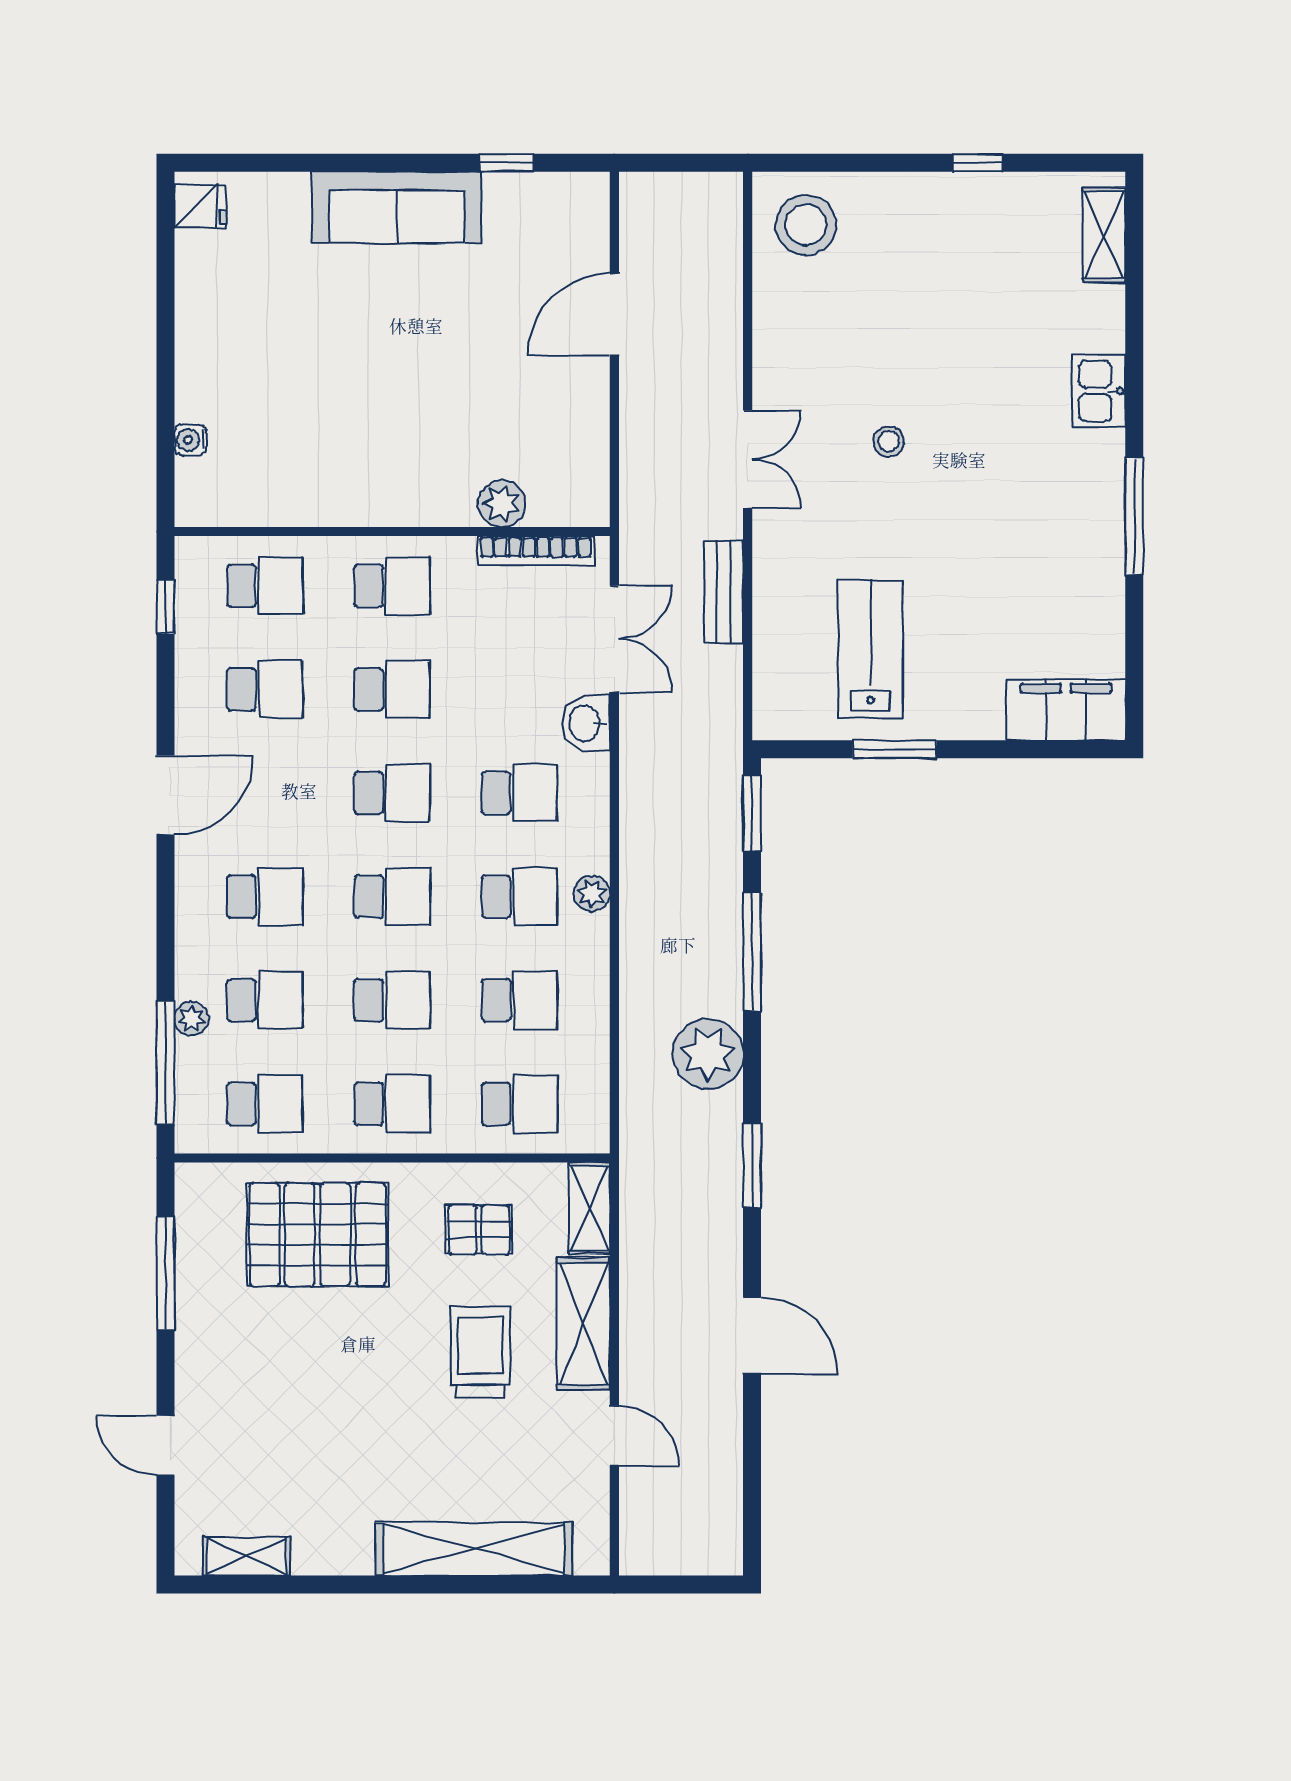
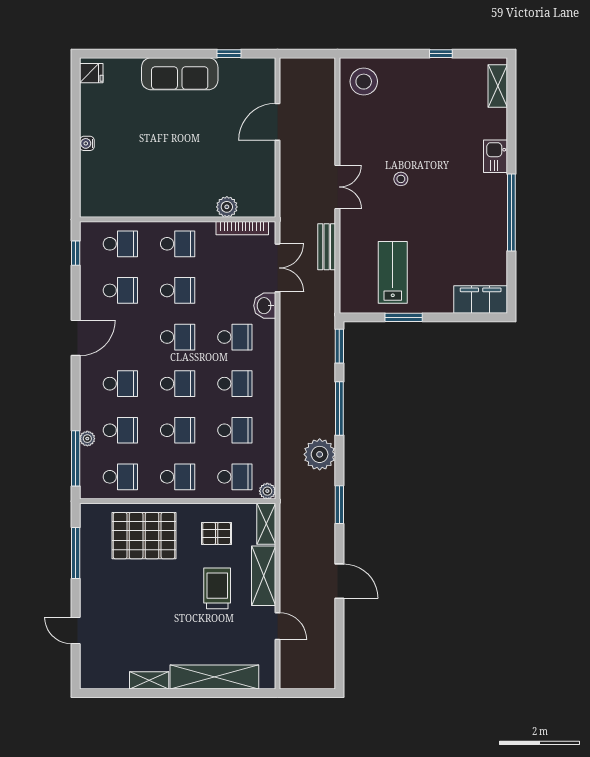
water cooler: (190, 440) -> (87, 143), moved
window: (1134, 516) -> (511, 212), width x1.46
plant: (592, 894) -> (267, 491), moved
shelving: (247, 1556) -> (149, 680), moved

